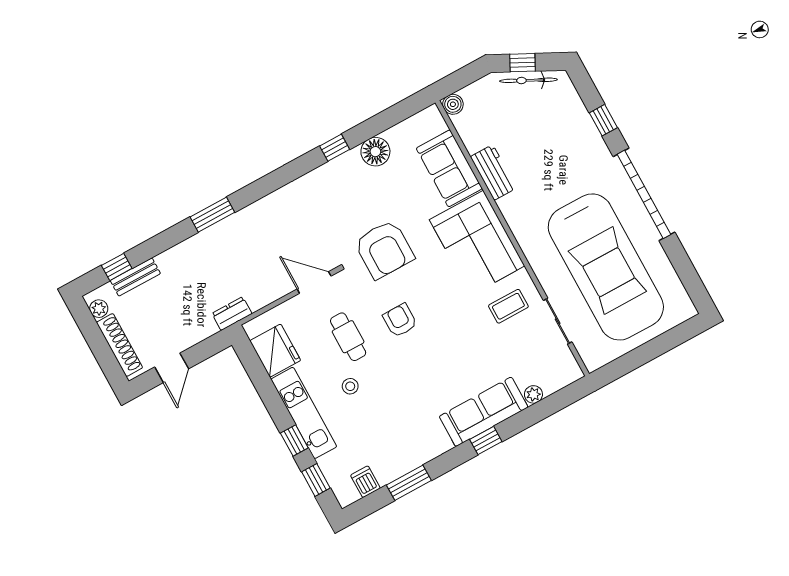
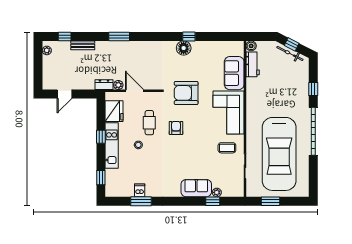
floor lamp: (375, 152) -> (184, 48), moved
workbench: (493, 172) -> (253, 64), moved
armchair: (384, 249) -> (186, 93), turned 90
bench: (135, 277) -> (83, 45), moved
door: (314, 283) -> (135, 91), moved
plant: (257, 300) -> (118, 85), added
shoe rack: (120, 345) -> (47, 71), removed
window: (636, 358) -> (270, 201), added
sofa: (484, 412) -> (196, 188), width x0.73
window: (294, 441) -> (101, 137), moved
window: (486, 441) -> (213, 201), moved
dishwasher: (365, 482) -> (140, 190), moved

